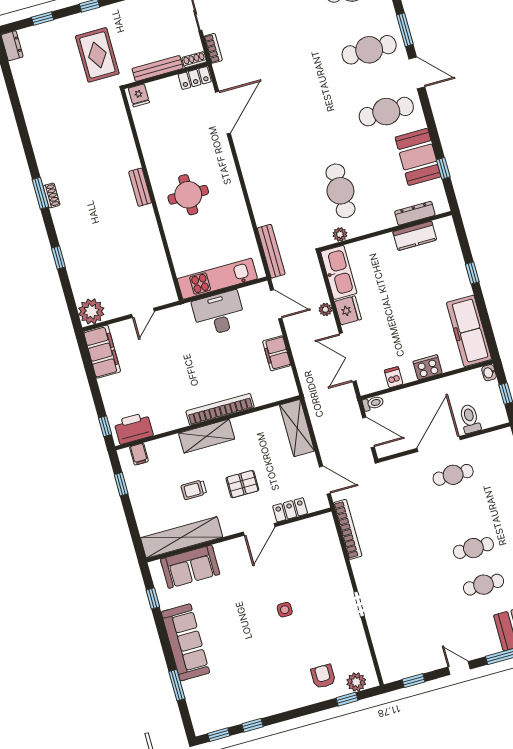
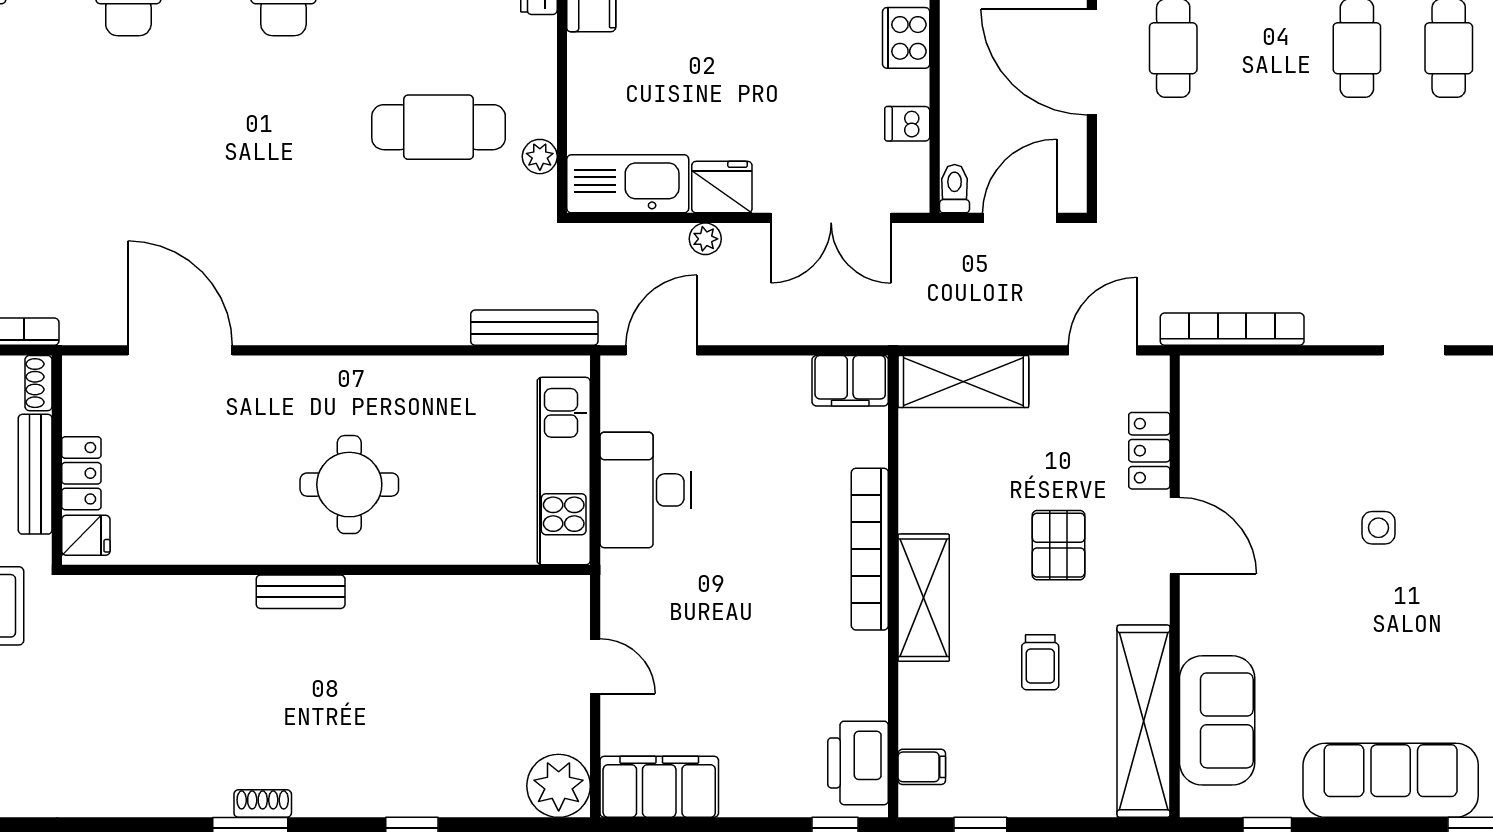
locker: (195, 78) -> (81, 473), moved
filing cabinet: (277, 353) -> (850, 381), moved

